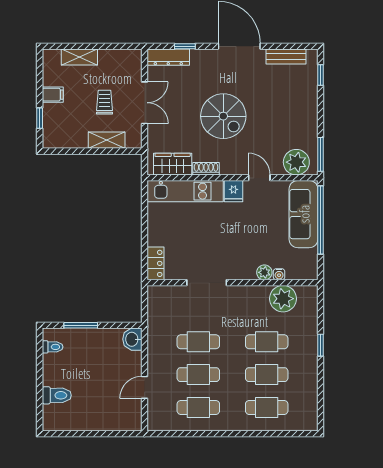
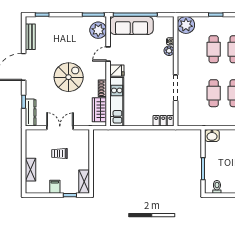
shelving: (107, 140) -> (84, 182), moved
plant: (283, 299) -> (186, 25), moved

